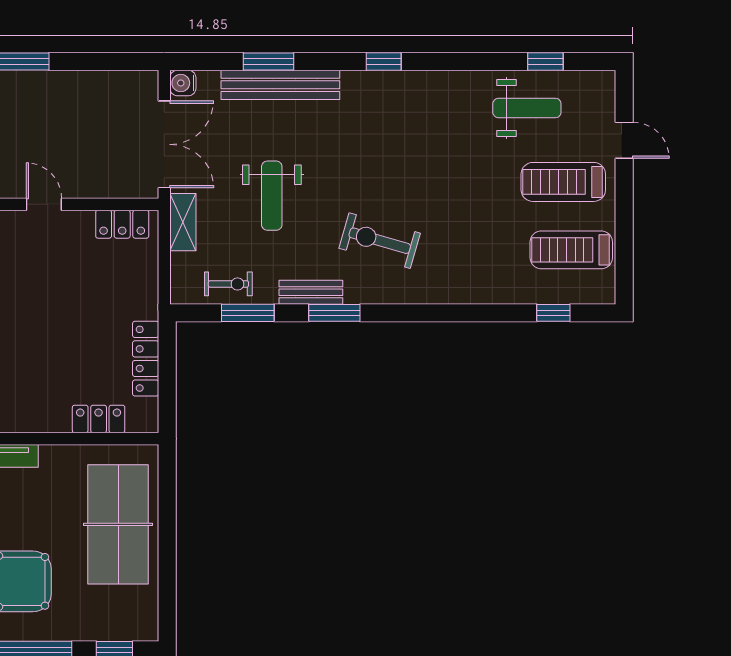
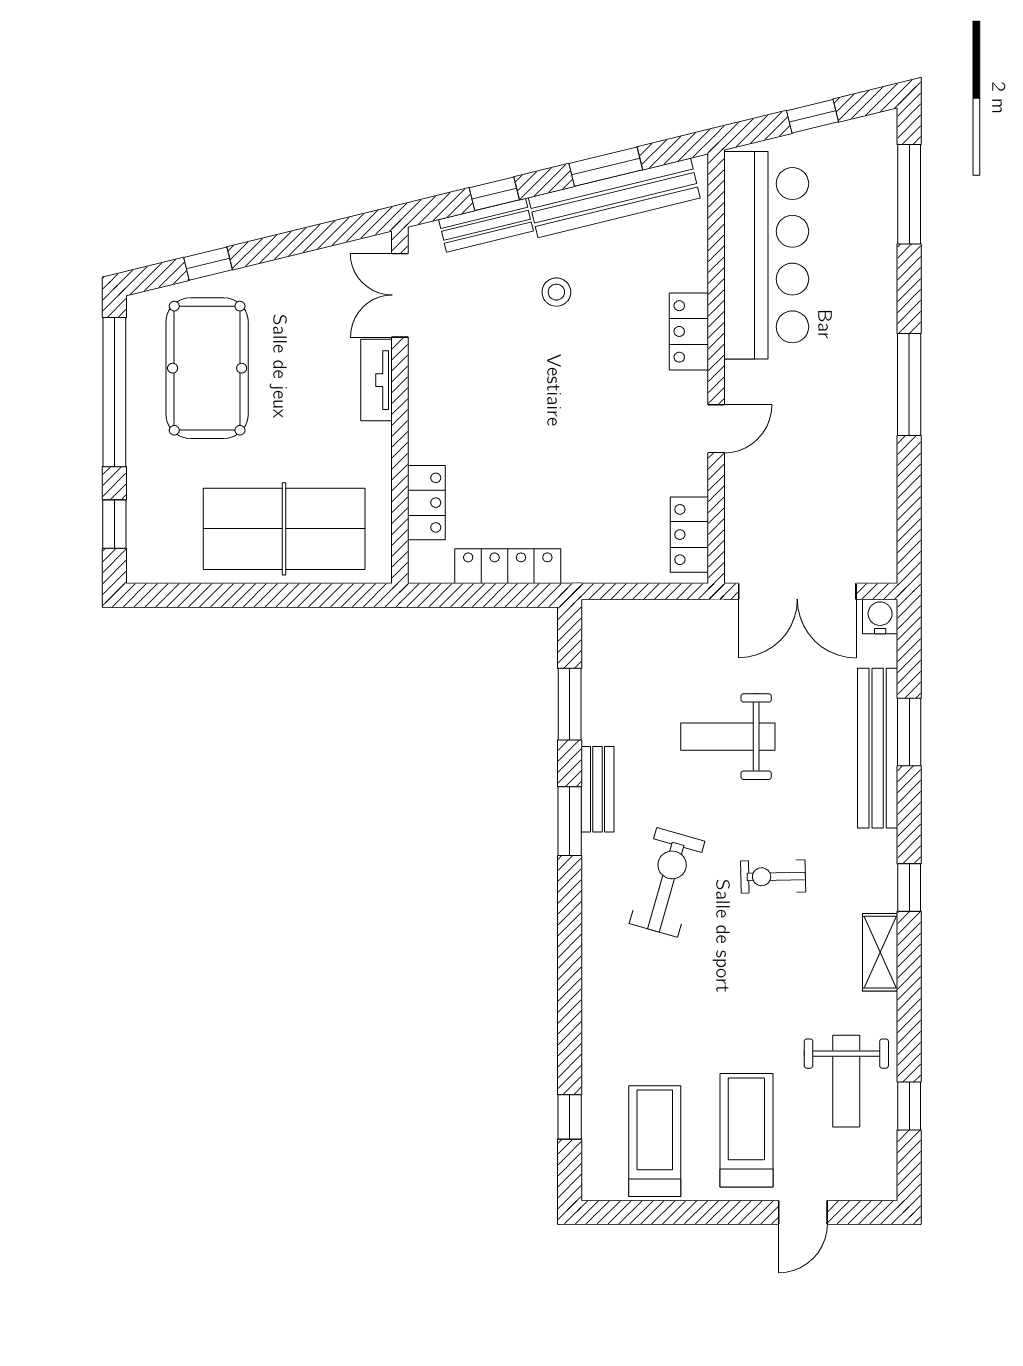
shelving: (183, 222) -> (880, 952), moved, turned 90
exercise bike: (228, 284) -> (773, 877), moved, turned 89

